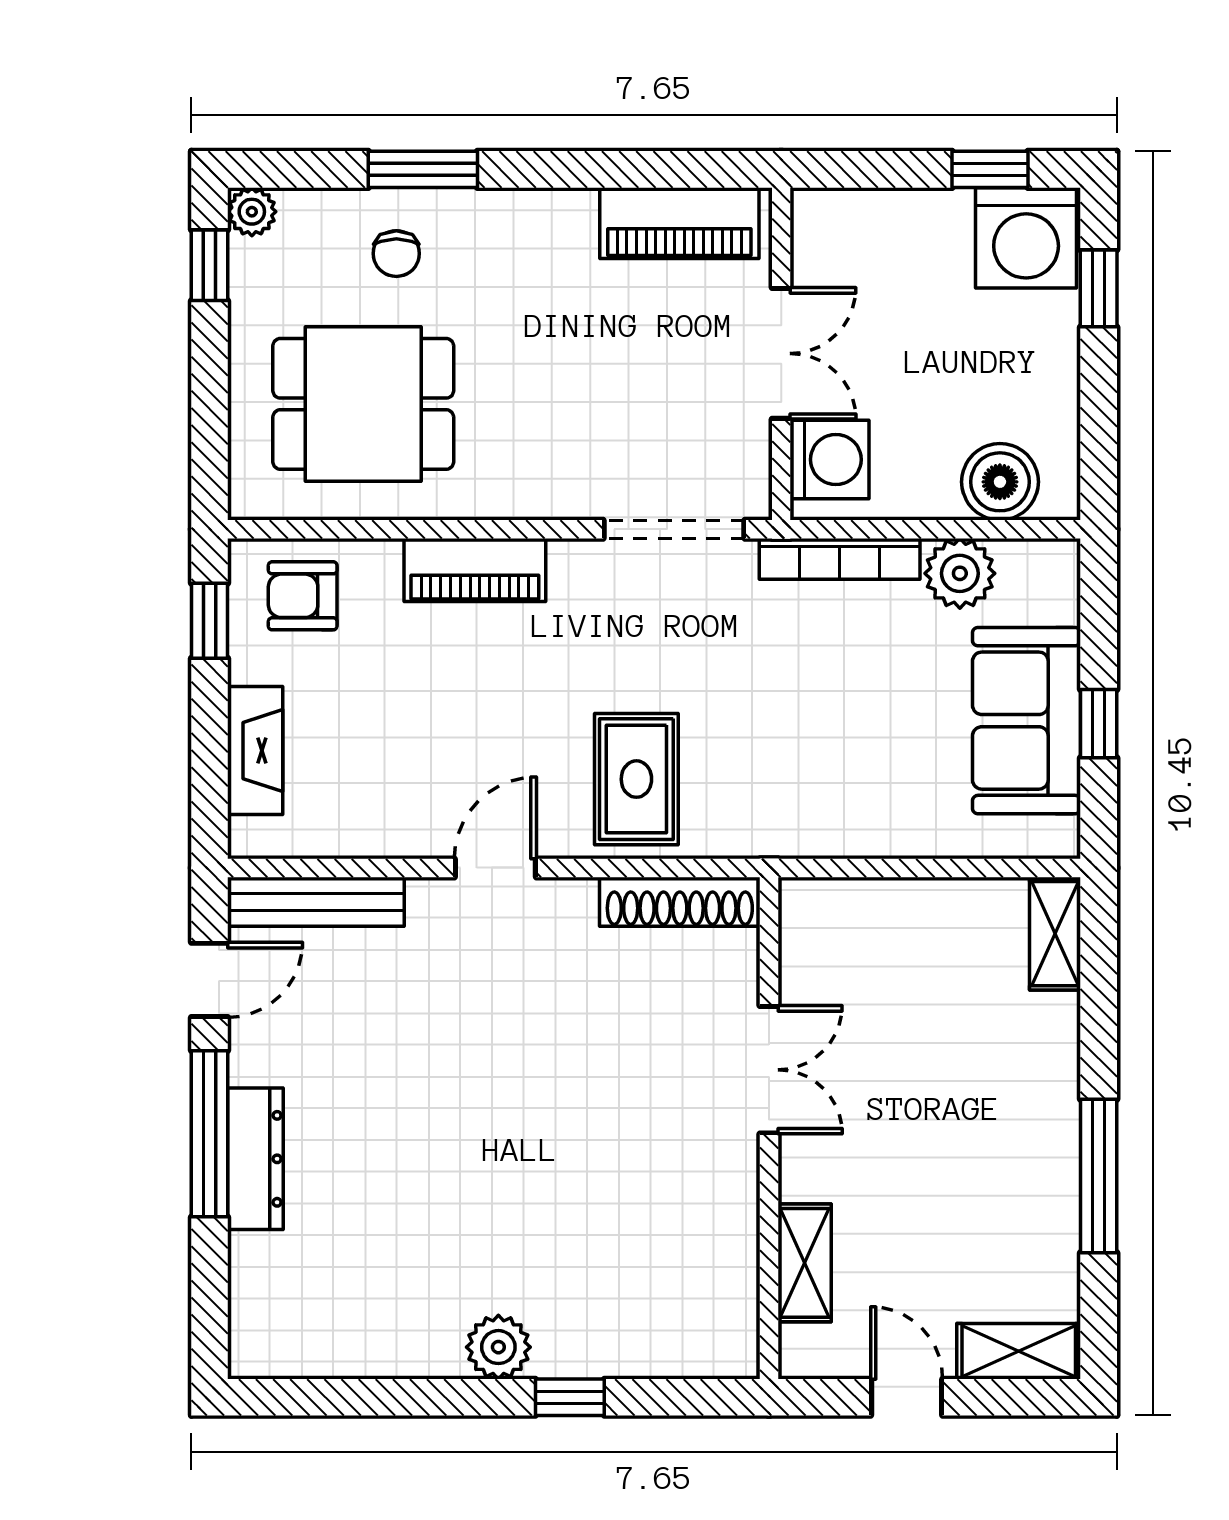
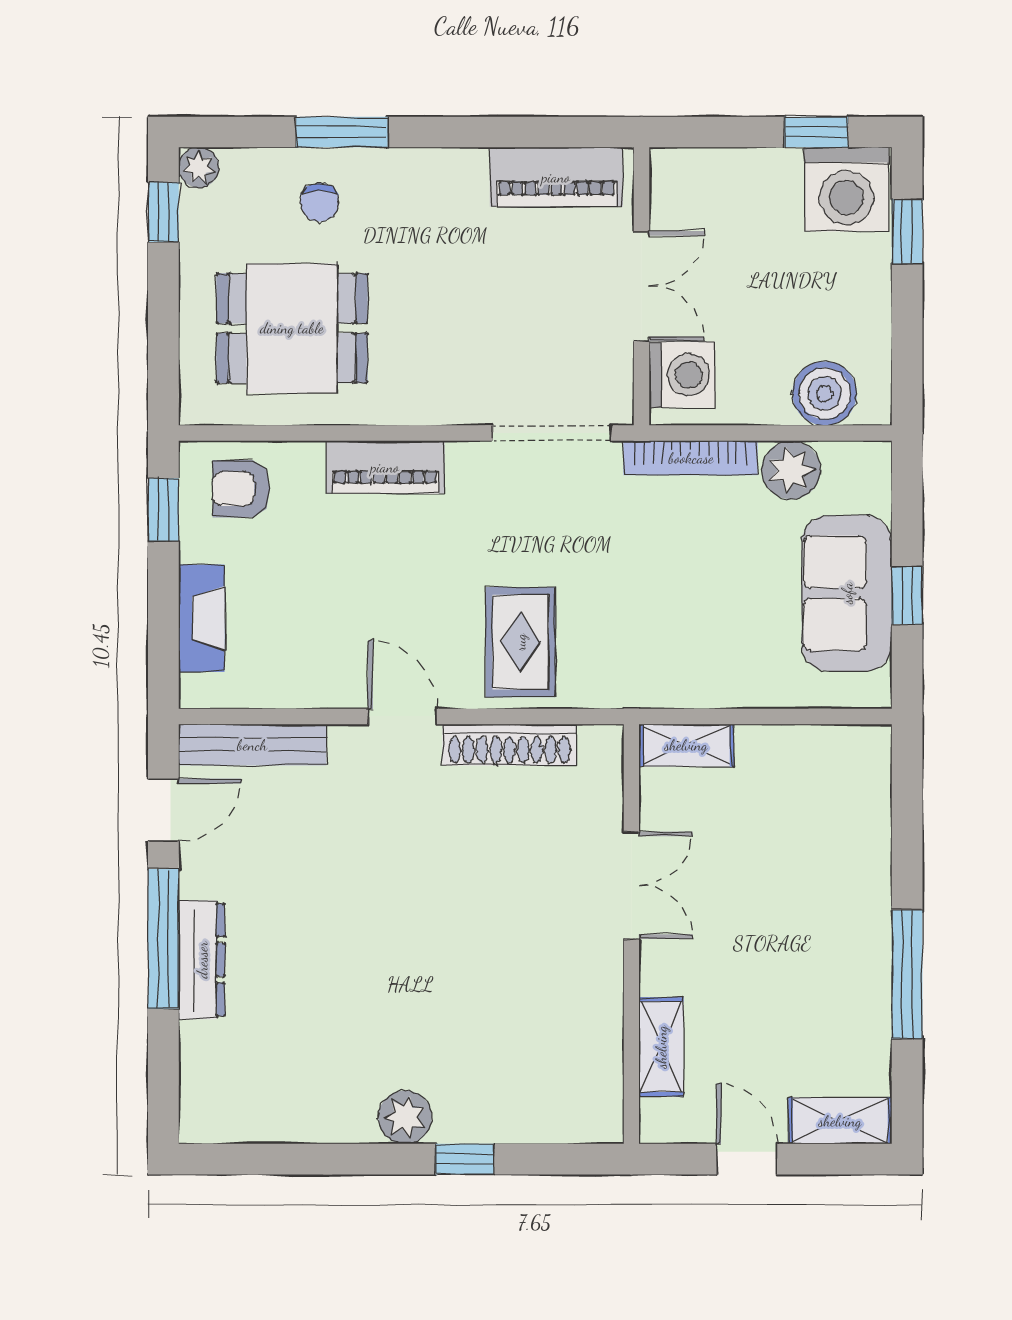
door: (495, 868) -> (403, 716), hinge flipped
shoe rack: (680, 902) -> (509, 745), moved
shelving: (1055, 934) -> (686, 745), moved, turned 90

